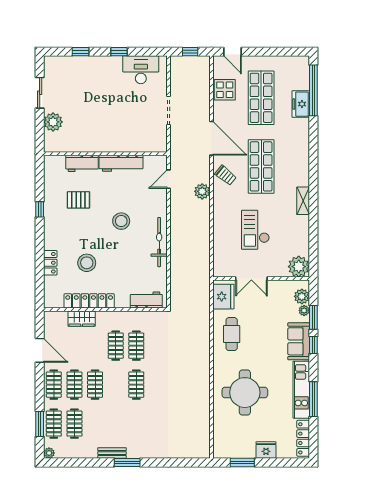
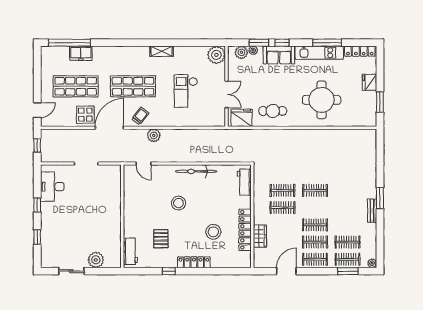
display table: (225, 90) -> (85, 115), moved
workbench: (82, 163) -> (130, 251), moved
workbench: (121, 163) -> (130, 203), removed
checkout: (255, 230) -> (186, 91), turned 90
locker: (50, 263) -> (194, 262), moved, width x1.53

